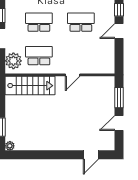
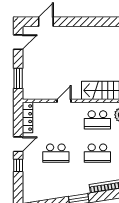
locker: (109, 58) -> (28, 118), added
door: (119, 123) -> (18, 42), moved

